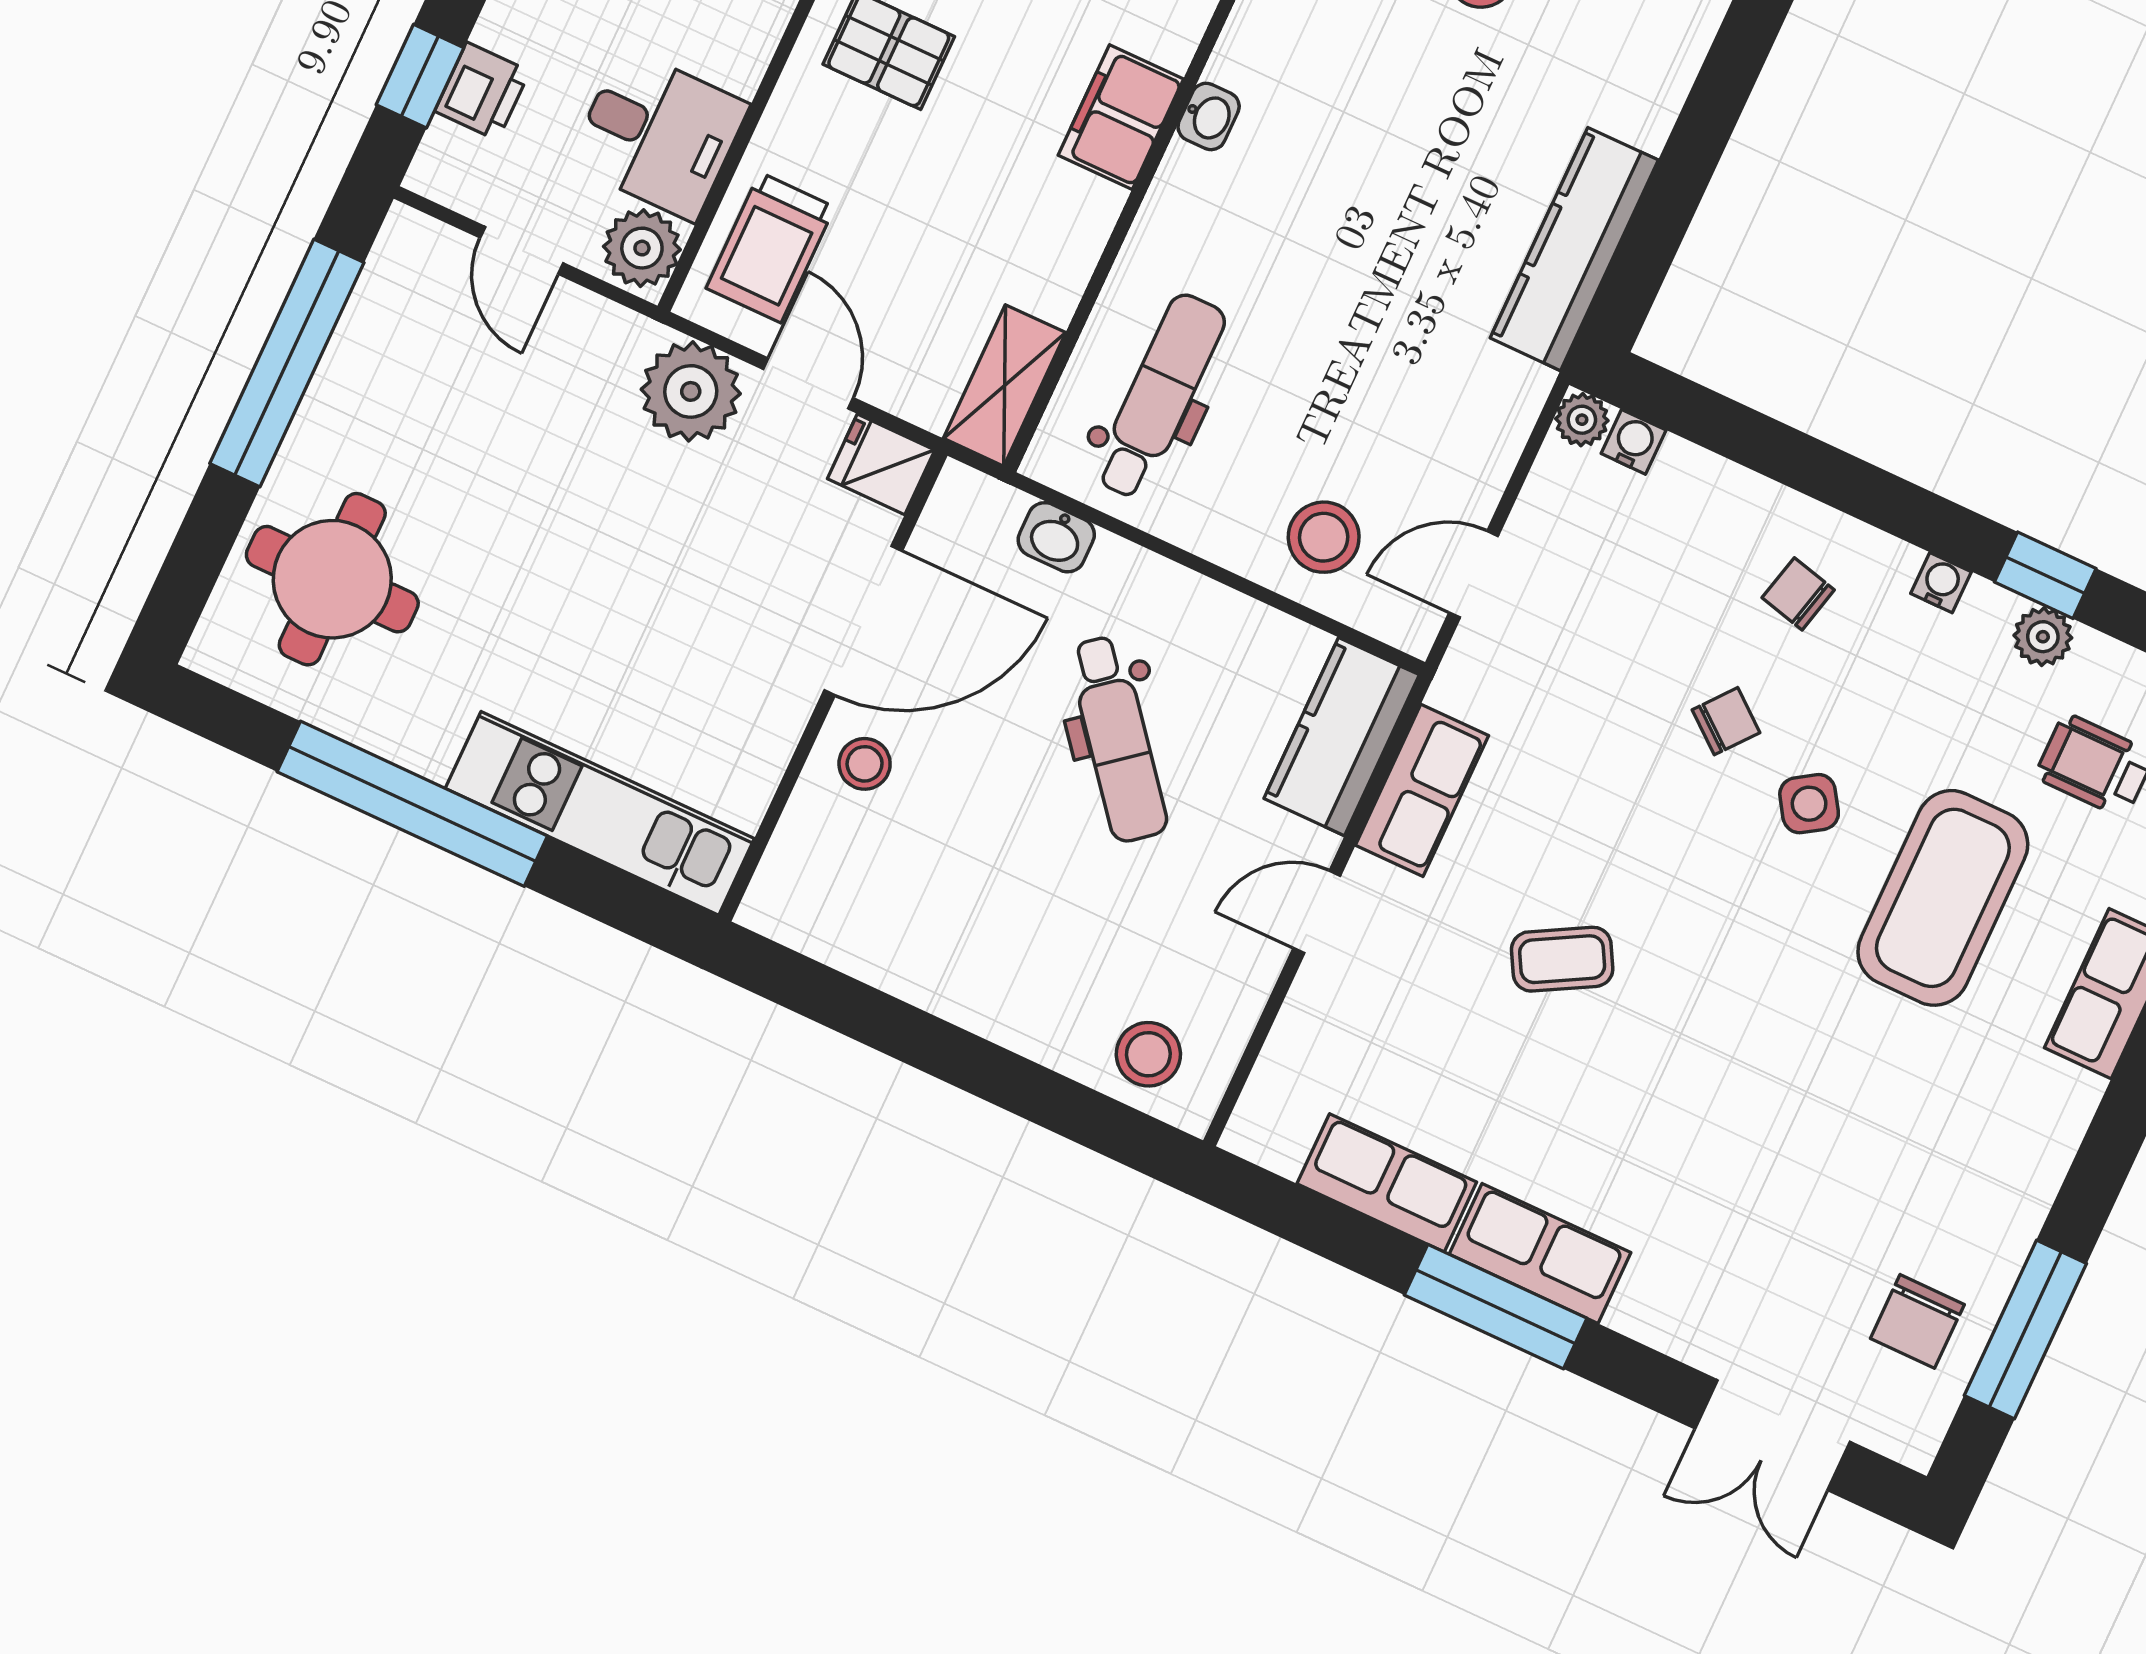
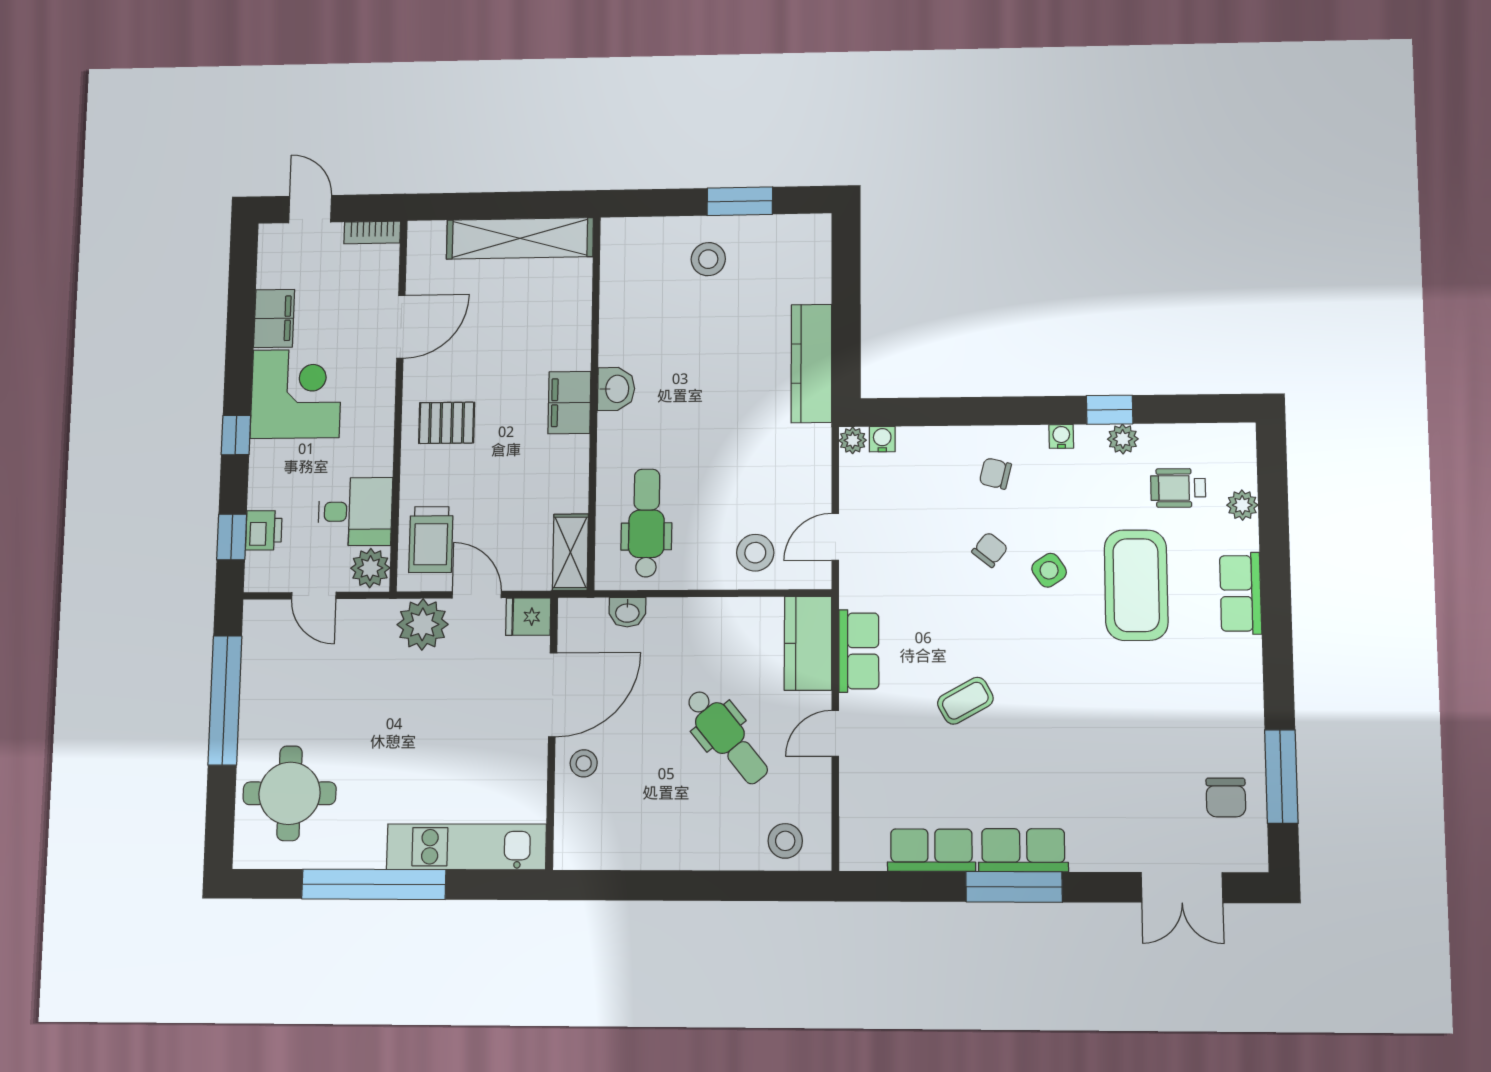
washbasin: (1209, 116) -> (616, 389), width x1.38, depth x1.45
dental chair: (1118, 739) -> (727, 736), moved

